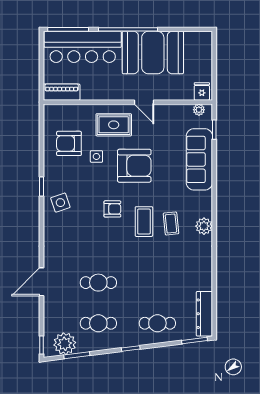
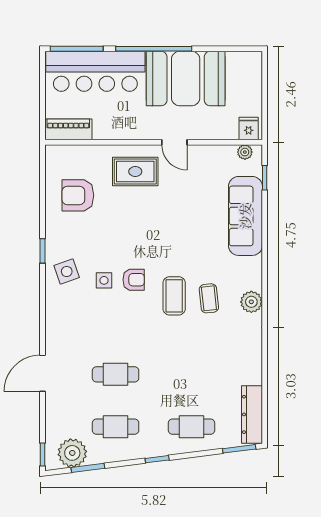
side table: (96, 156) -> (104, 280), moved
armchair: (134, 166) -> (162, 224), removed

